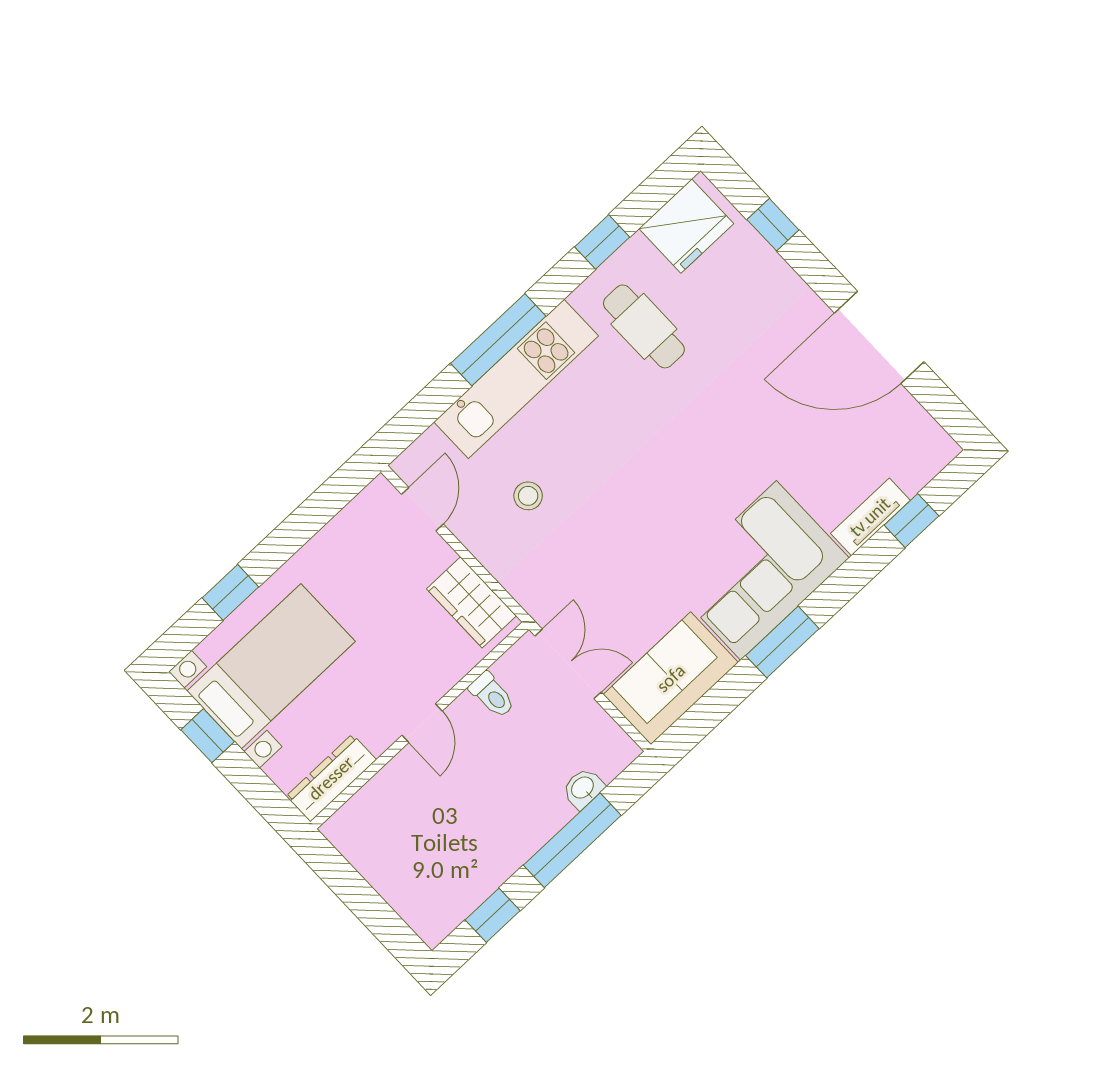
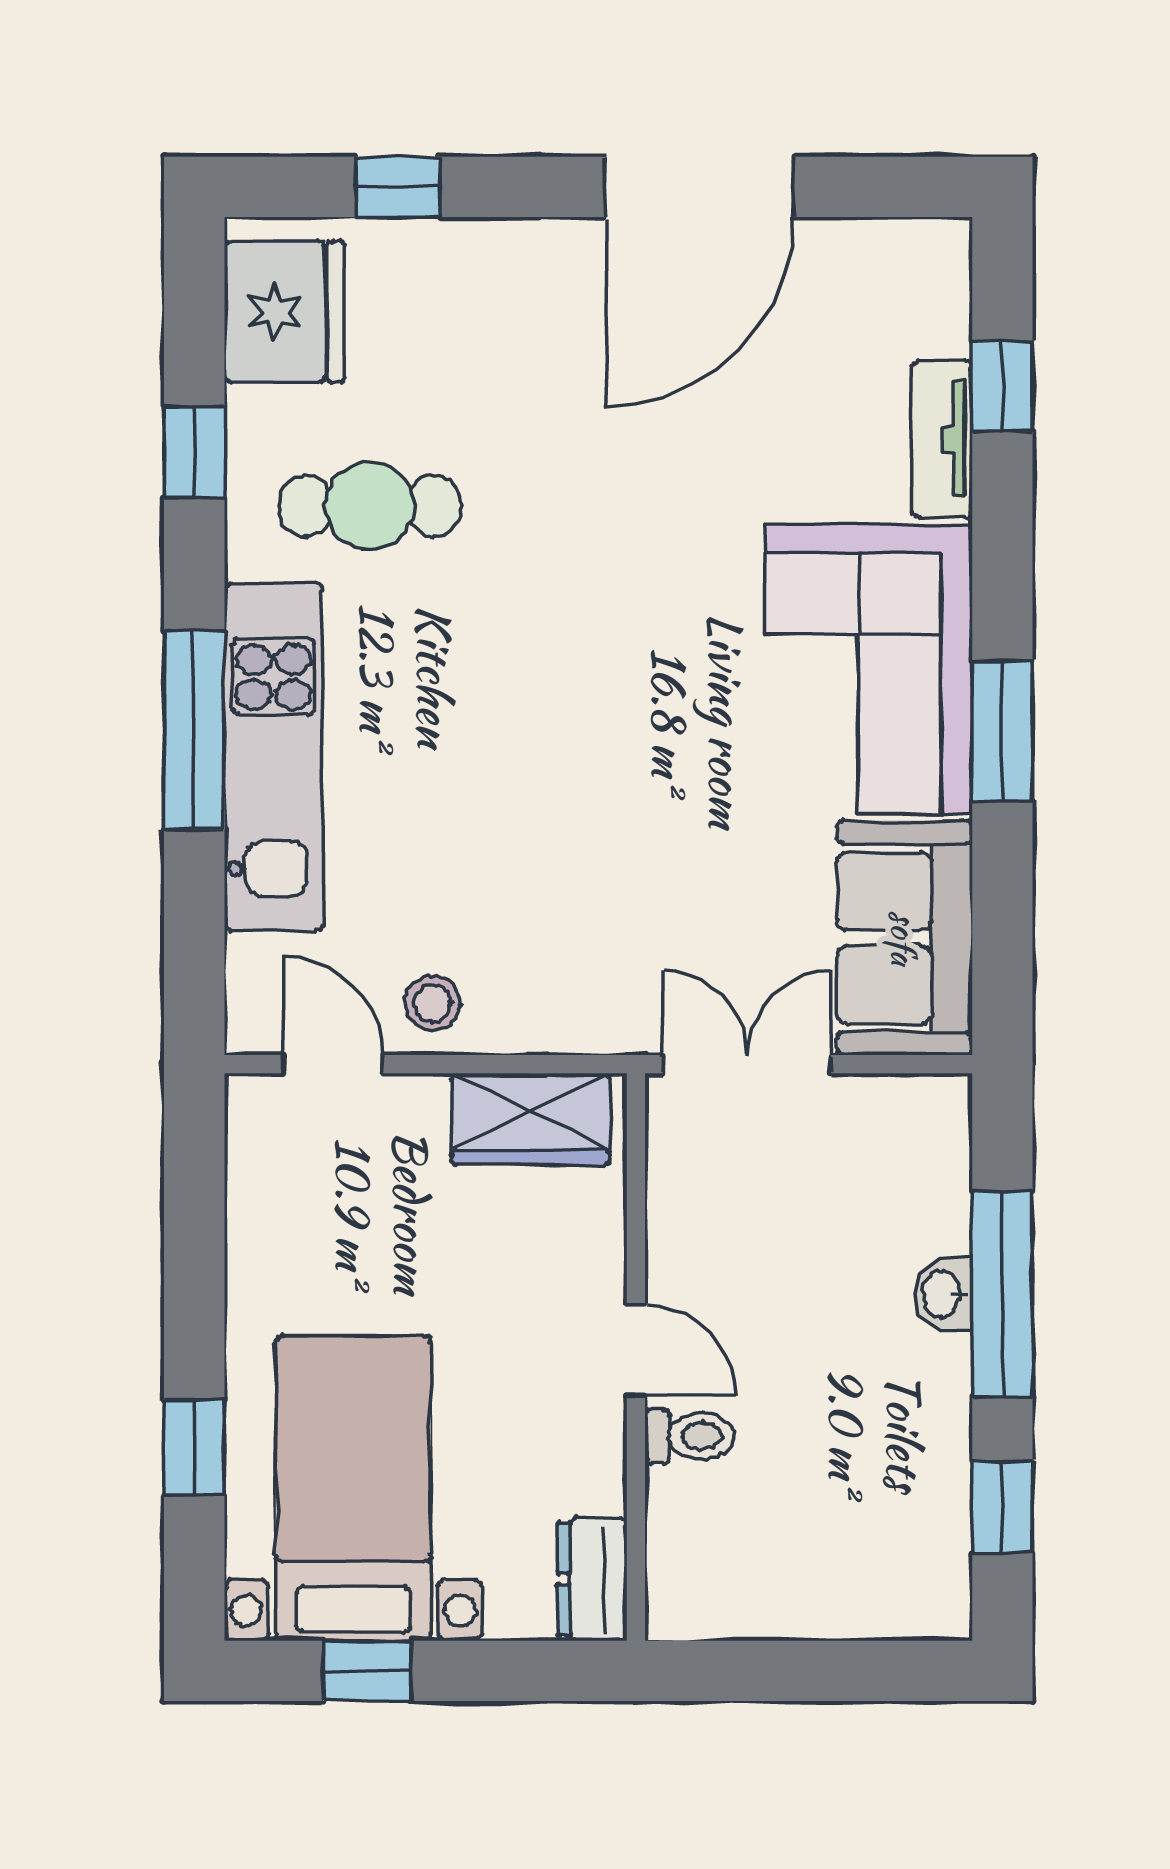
stool: (528, 496) -> (433, 1003), moved
toilet: (492, 695) -> (689, 1436), moved
dresser: (331, 778) -> (592, 1579), width x0.70
washbasin: (583, 788) -> (943, 1294), moved

